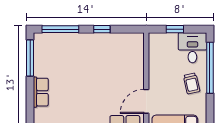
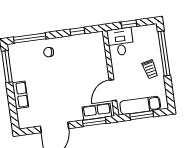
window: (102, 29) -> (77, 31), moved
chair: (79, 48) -> (49, 52), added
desk: (192, 48) -> (120, 42), moved

